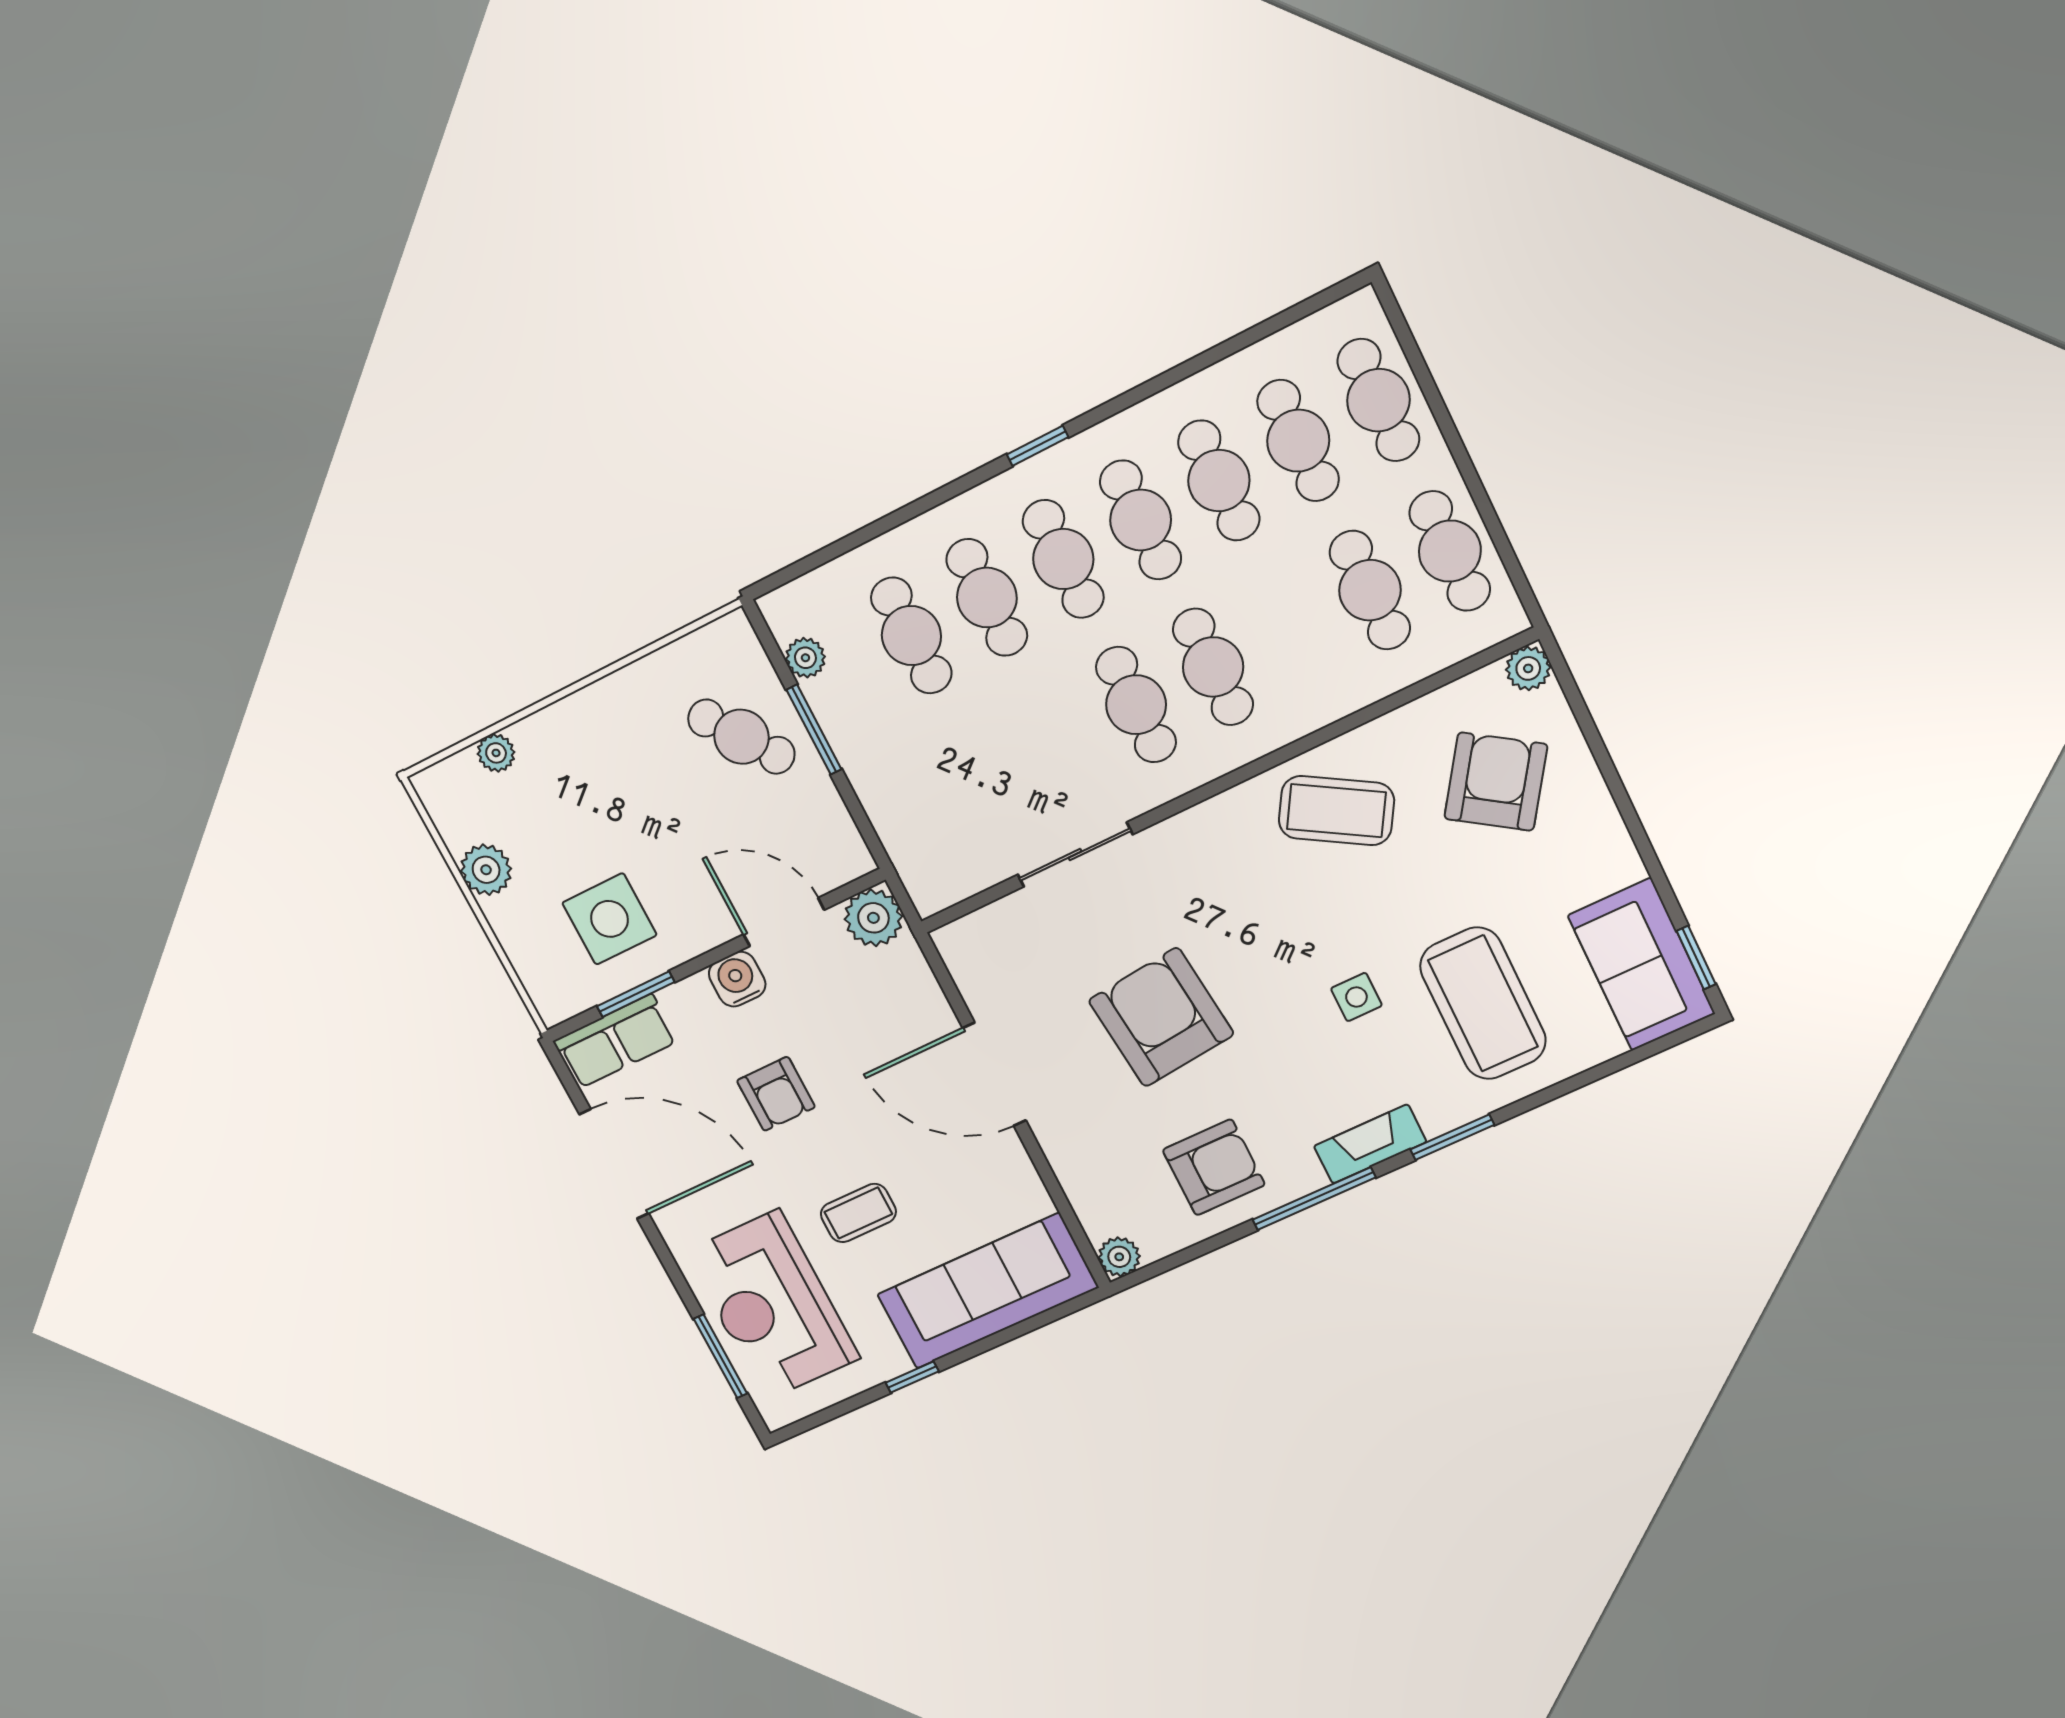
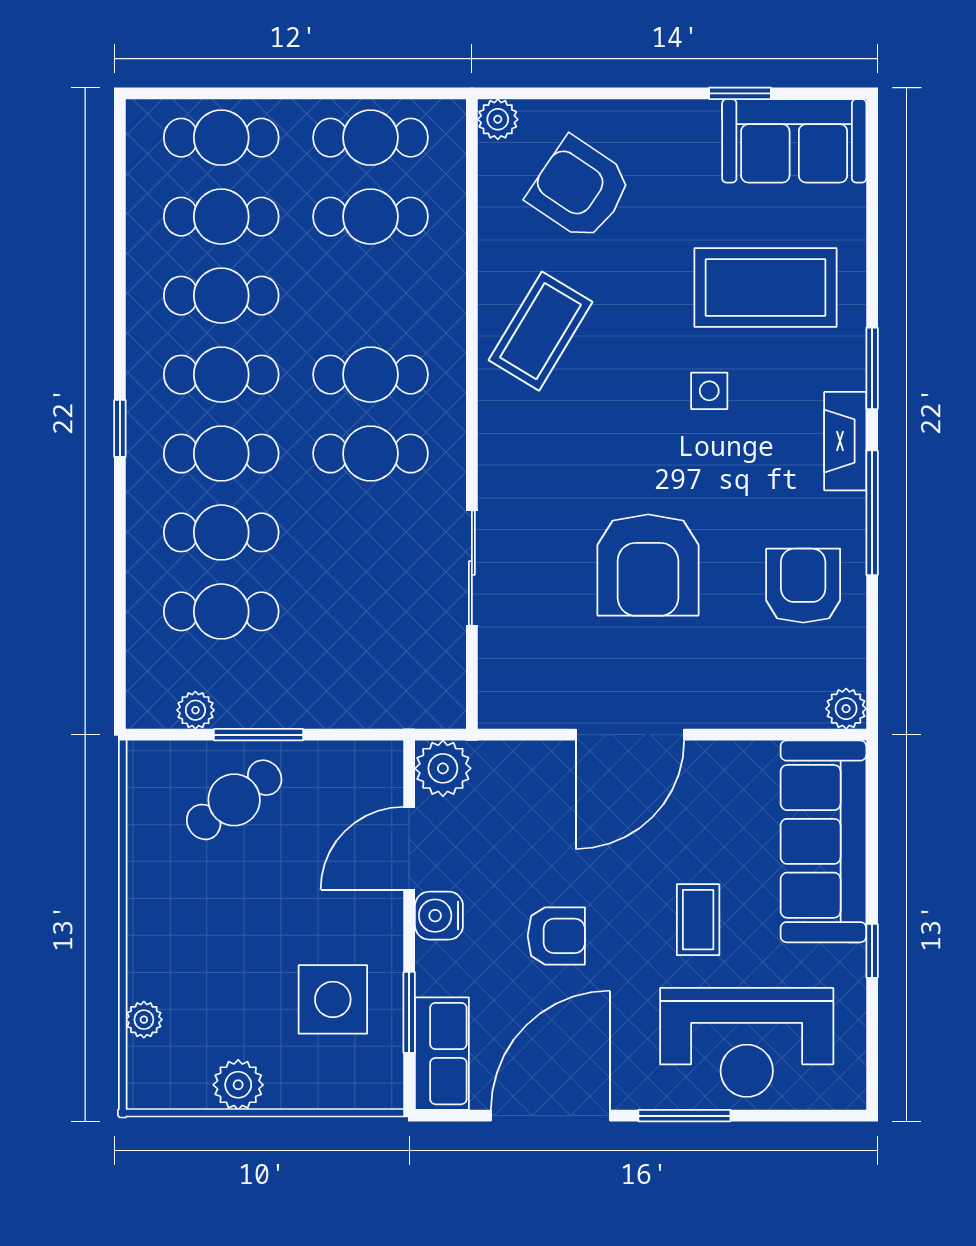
window: (1696, 958) -> (740, 93), moved
armchair: (1161, 1017) -> (648, 565), turned -84
window: (720, 1356) -> (684, 1116), moved

